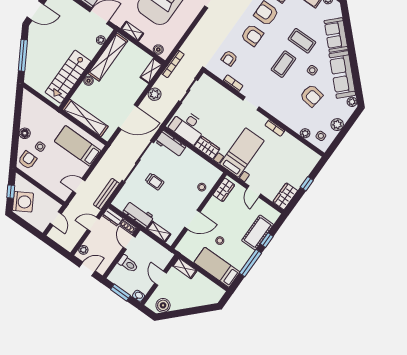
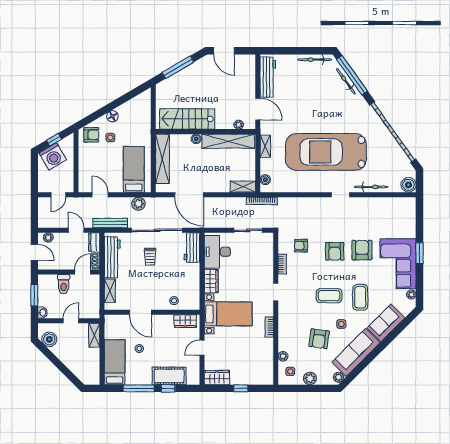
plant: (155, 94) -> (138, 204), moved
workbench: (138, 214) -> (112, 257), width x1.38

